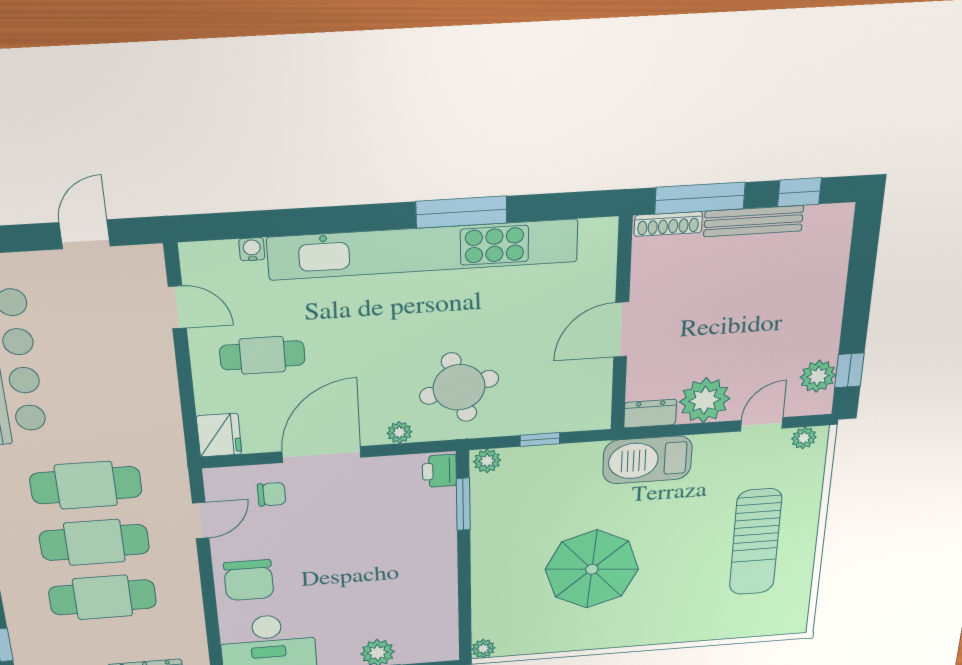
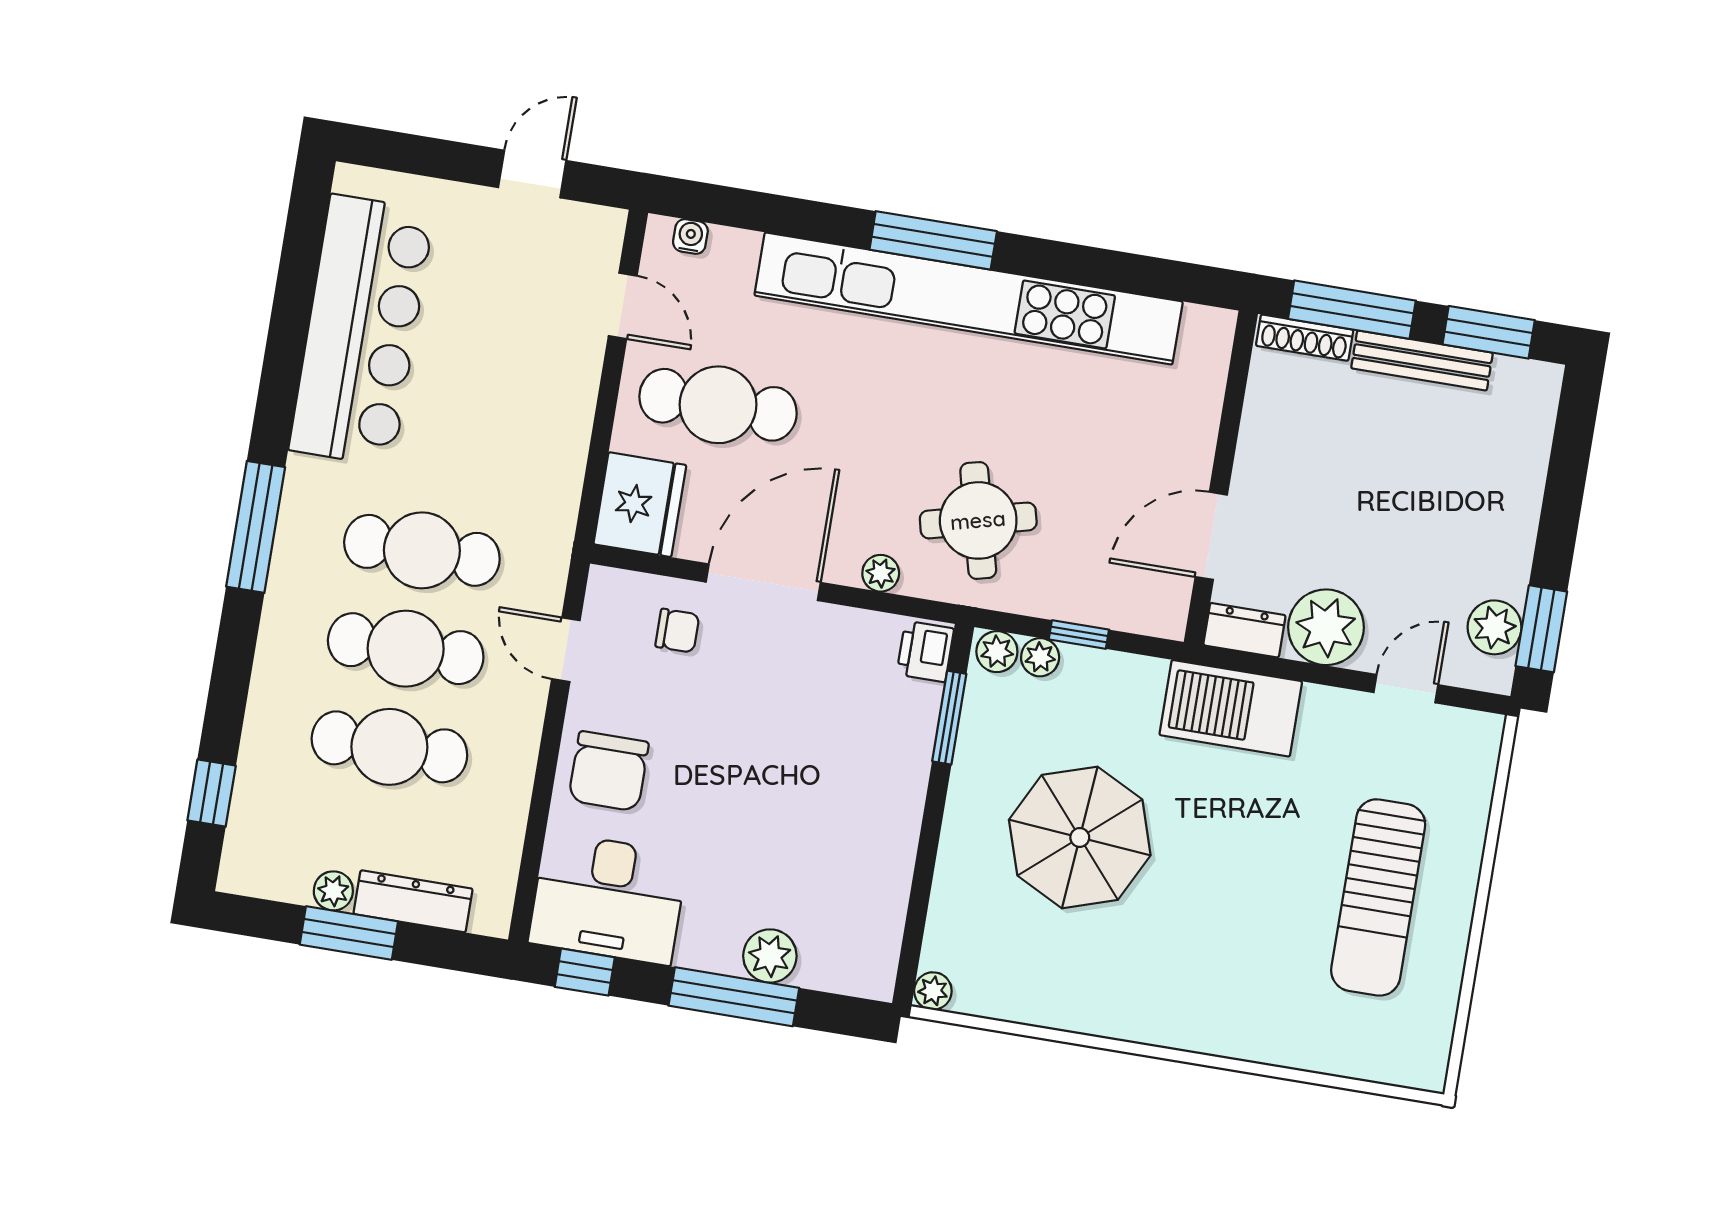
window: (800, 192) -> (1489, 332), width x1.50
window: (461, 212) -> (933, 240), moved
water cooler: (252, 249) -> (690, 236), moved
door: (621, 330) -> (1211, 536), moved
cafe table: (262, 355) -> (718, 405), width x1.37, depth x1.35
window: (849, 370) -> (1541, 629), width x1.50
fridge: (219, 435) -> (640, 505), width x1.36, depth x1.34
plant: (804, 438) -> (1040, 657), moved
door: (201, 521) -> (566, 650), swing flipped
parasol: (592, 569) -> (1080, 837), moved

